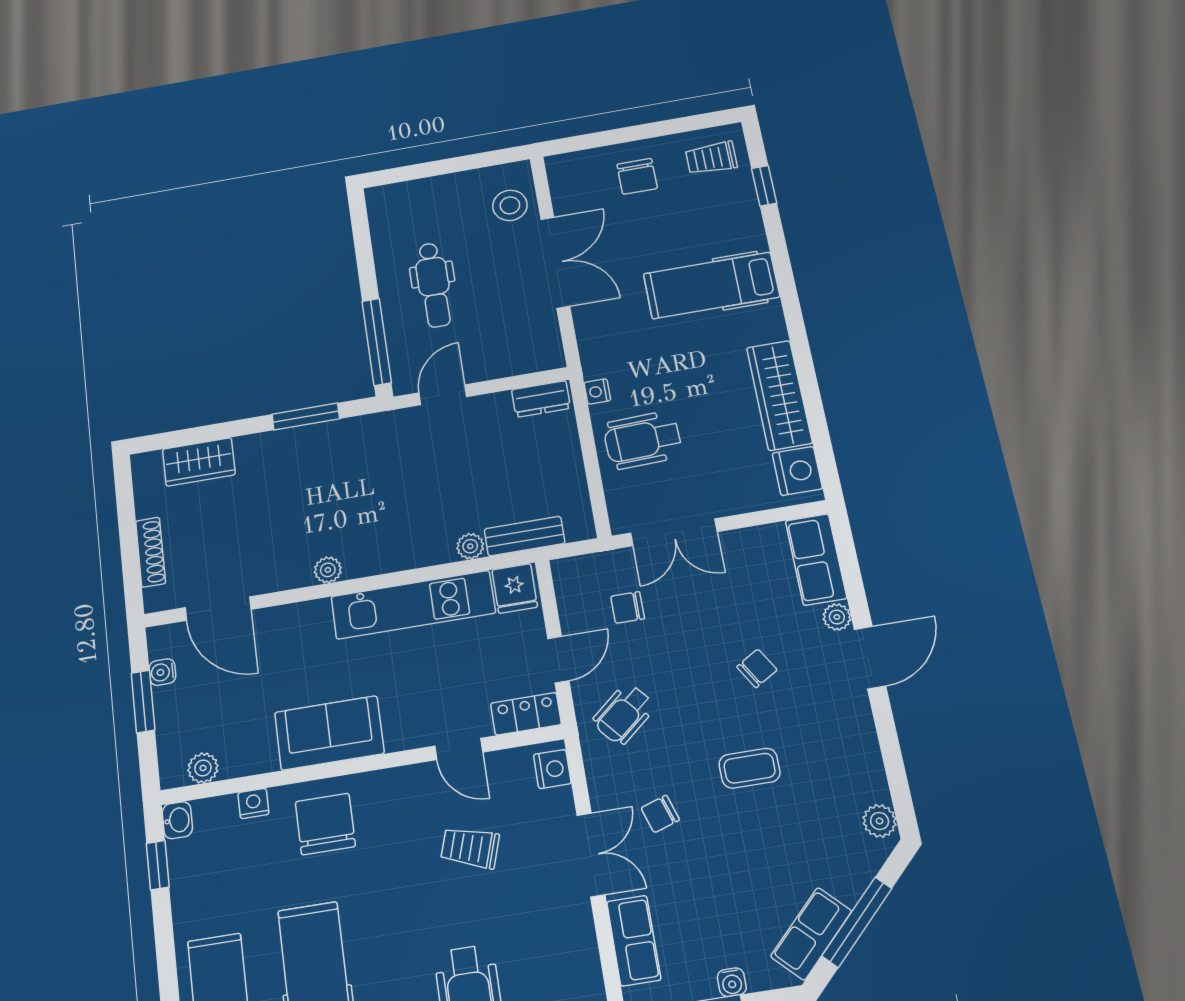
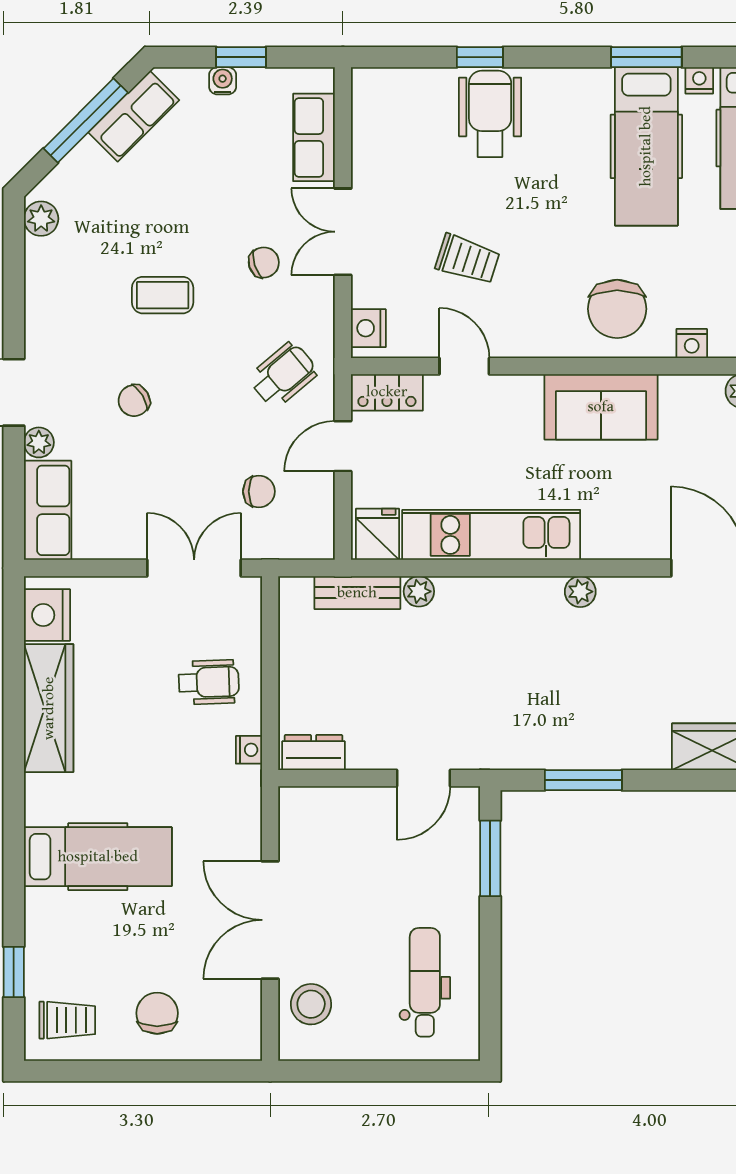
dental chair: (434, 285) -> (425, 982), moved
window: (377, 342) -> (490, 858), width x0.69
wheelchair: (643, 440) -> (209, 682), width x0.73, depth x0.73

